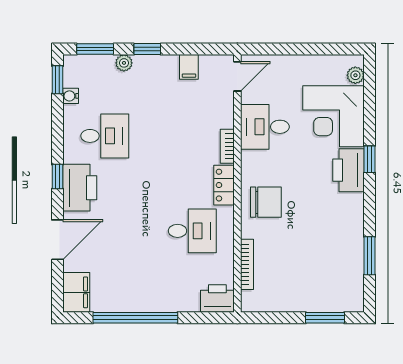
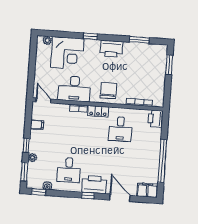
desk: (265, 127) -> (74, 89), width x1.37
desk: (105, 136) -> (69, 170), turned 180
printer: (349, 170) -> (111, 49), moved
desk: (192, 231) -> (120, 129), turned 180

